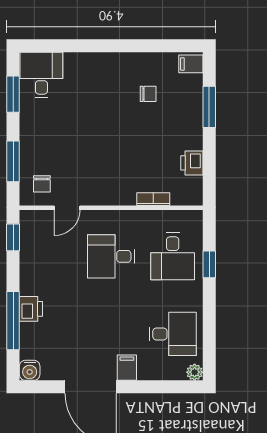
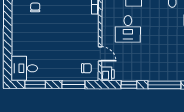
window: (13, 237) -> (129, 85), moved
printer: (31, 309) -> (108, 74), moved, turned 90

